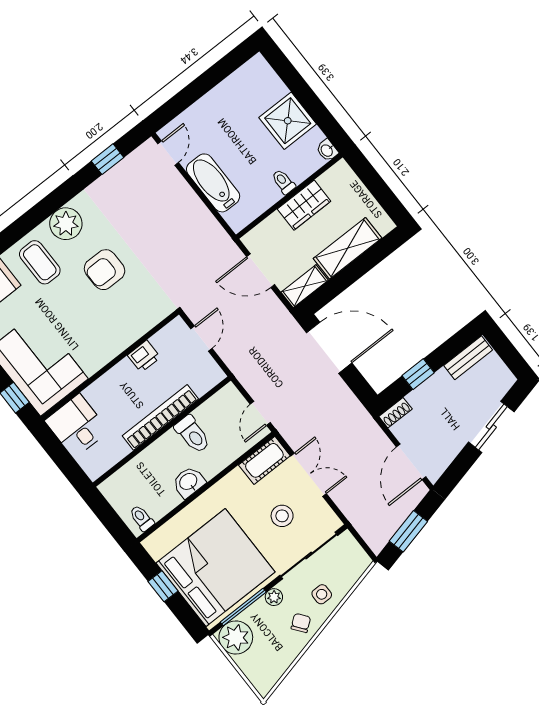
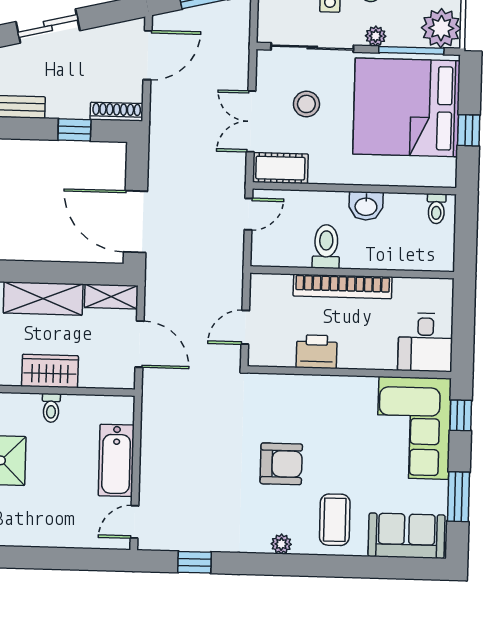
plant: (66, 224) -> (281, 544), width x0.53, depth x0.53
printer: (144, 356) -> (317, 352), width x1.36, depth x1.24
shoe rack: (395, 413) -> (117, 112), width x1.43

